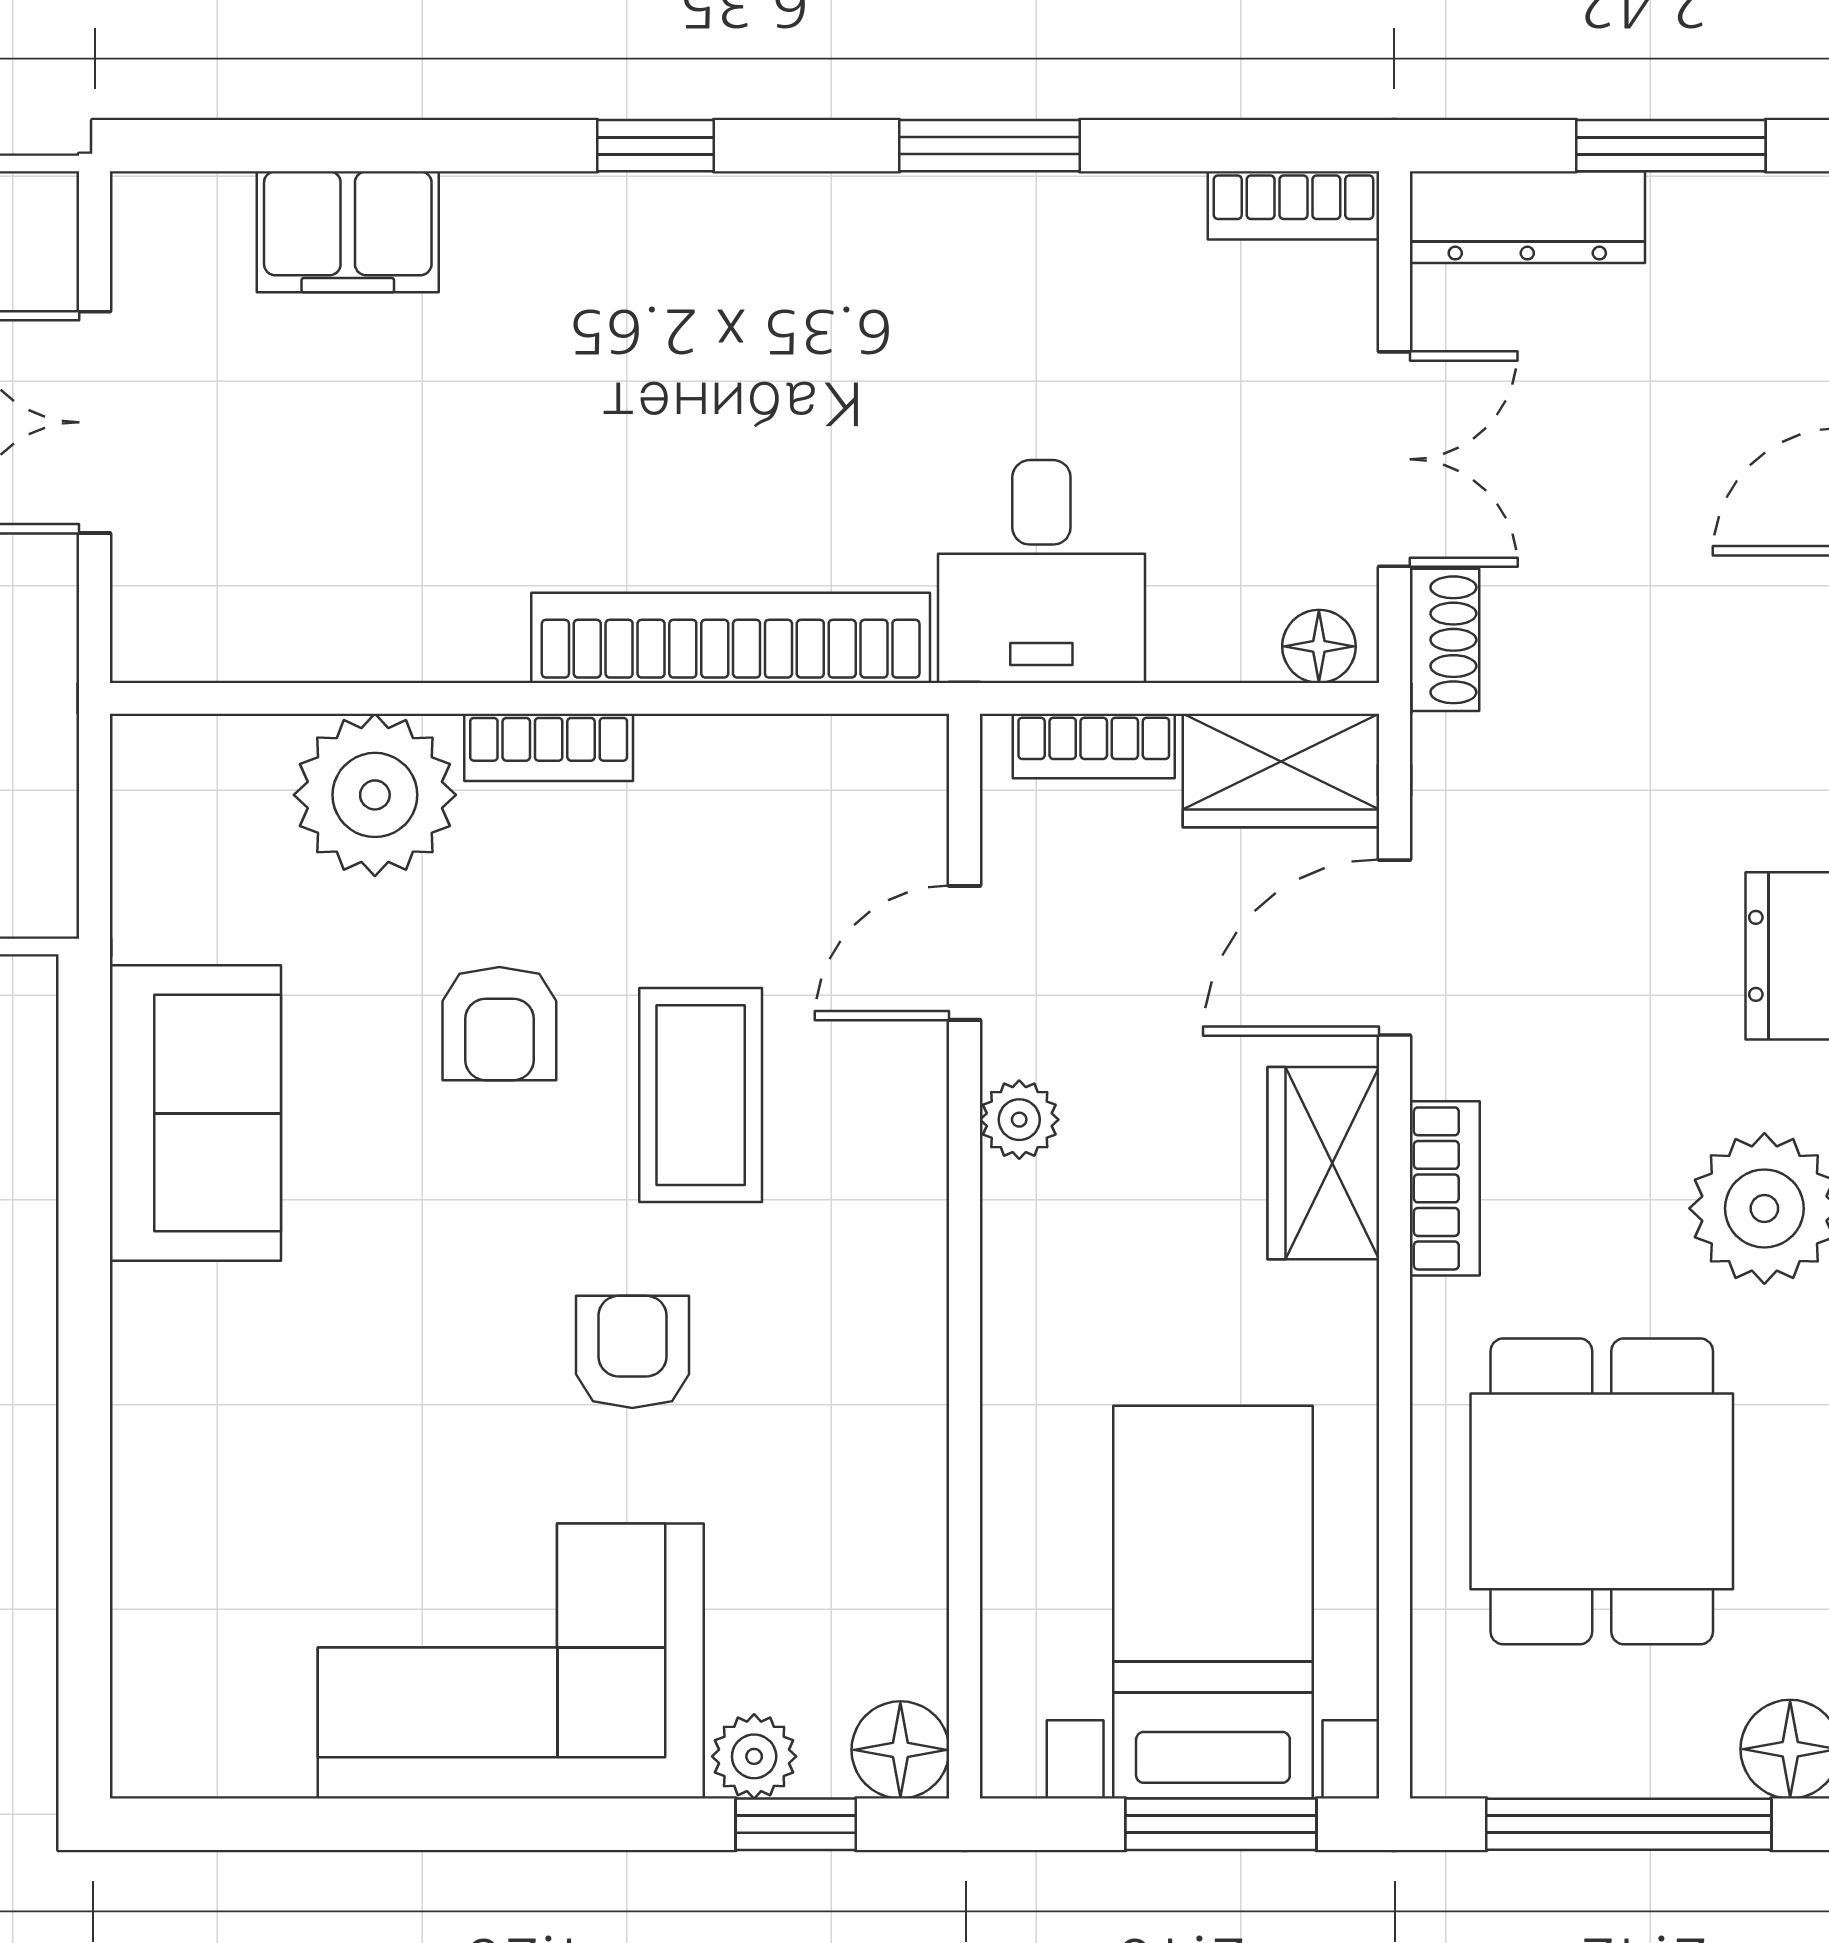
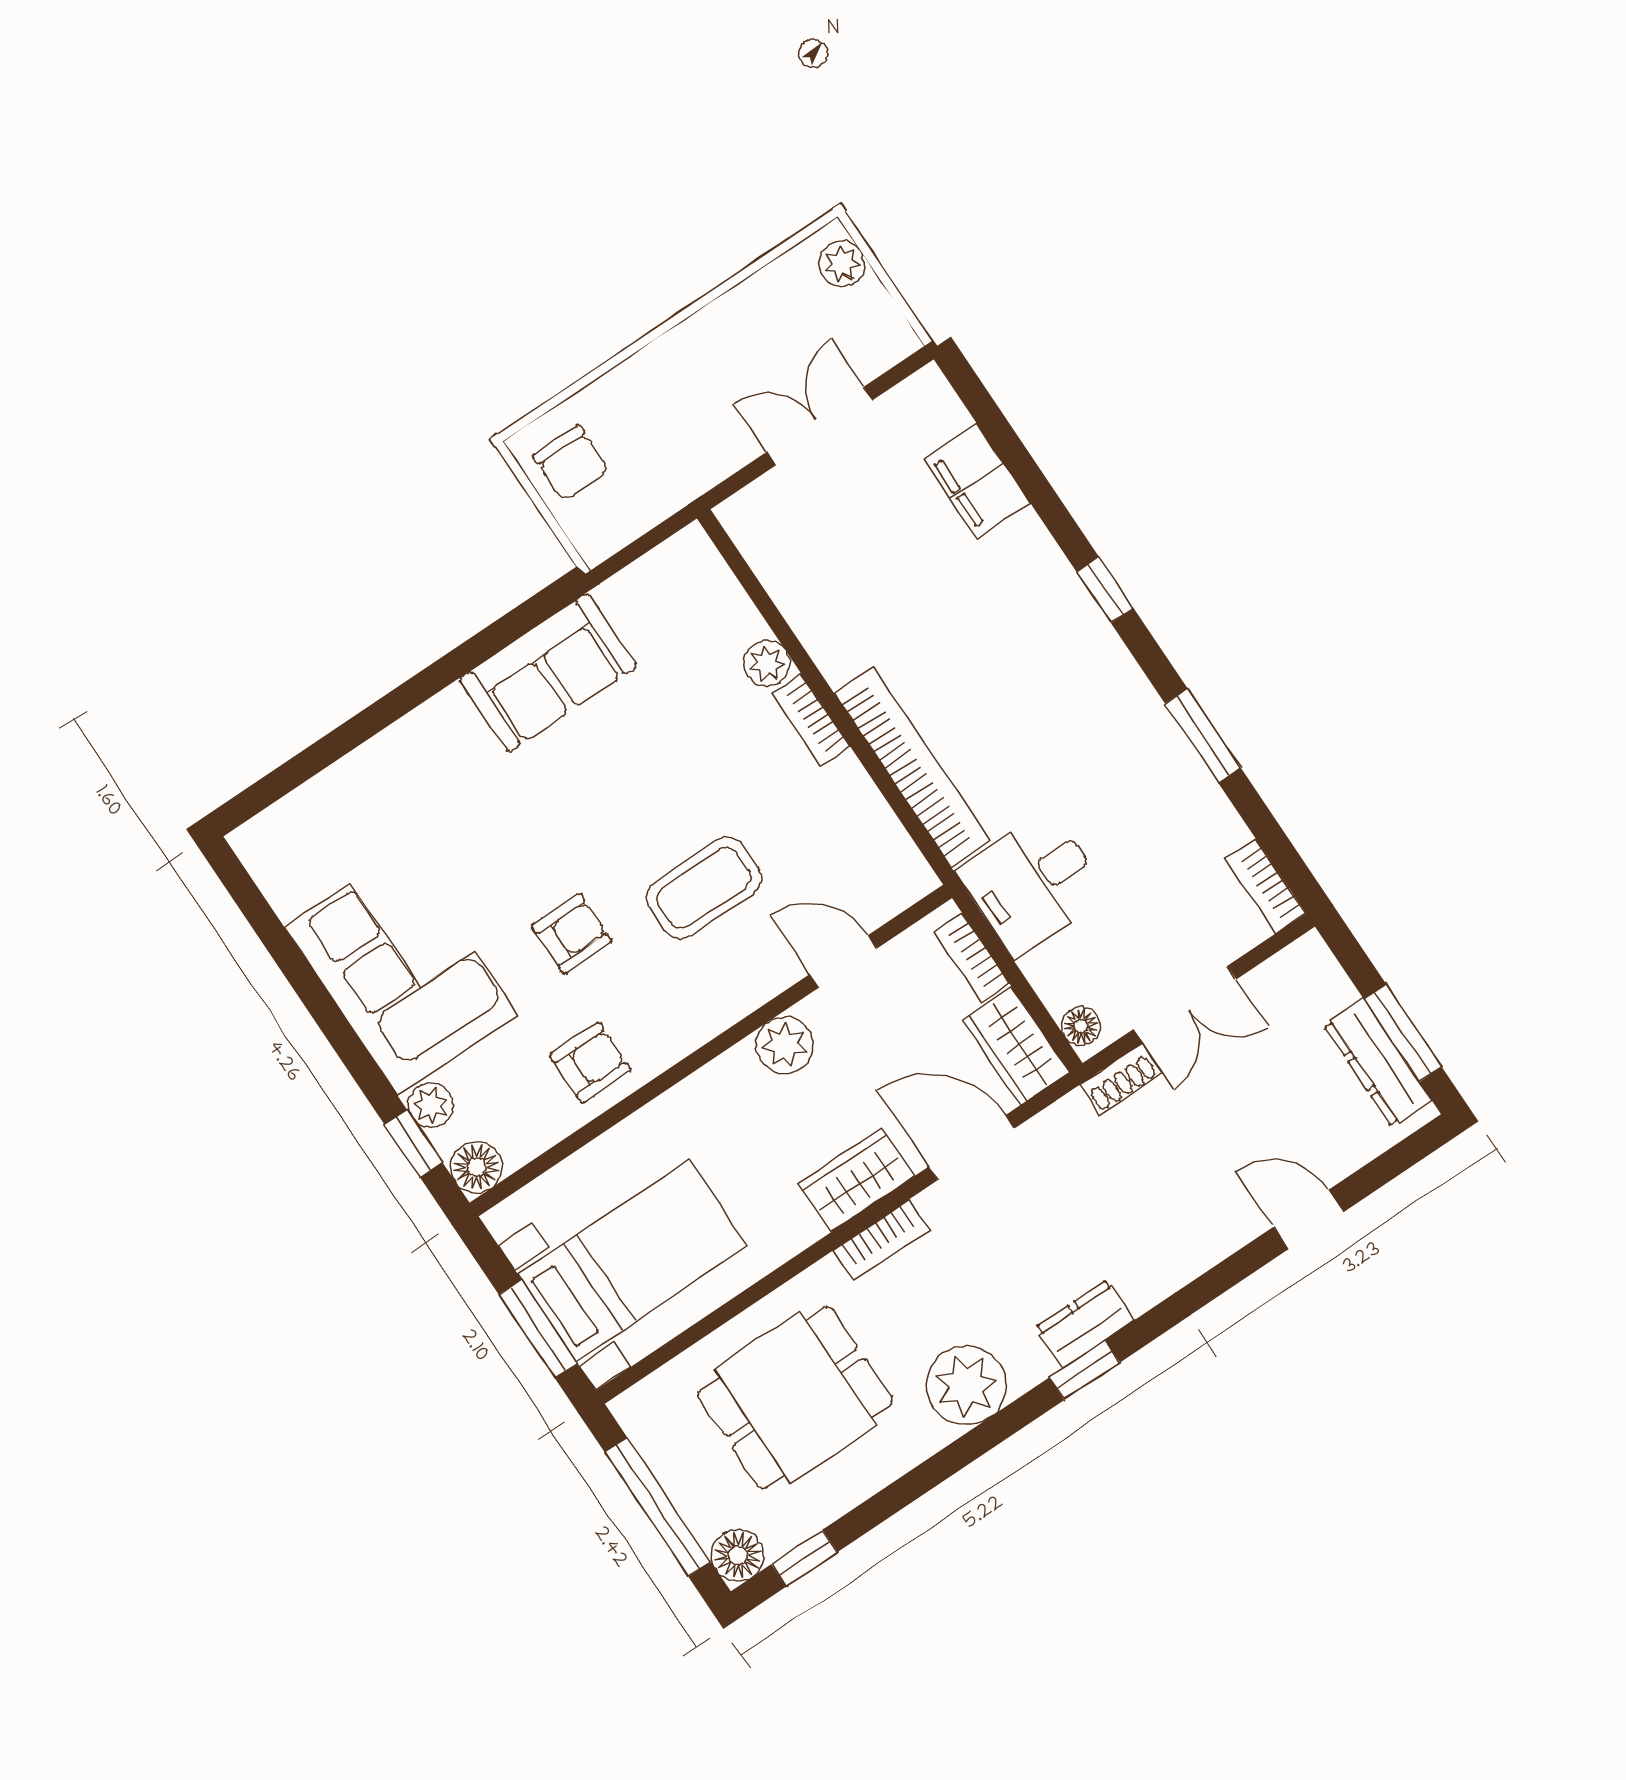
dresser: (1527, 217) -> (1377, 1063), moved
plant: (375, 795) -> (767, 663), width x0.53, depth x0.53
armchair: (499, 1024) -> (590, 1063), moved, turned 180
plant: (1019, 1120) -> (784, 1045), width x1.38, depth x1.38

